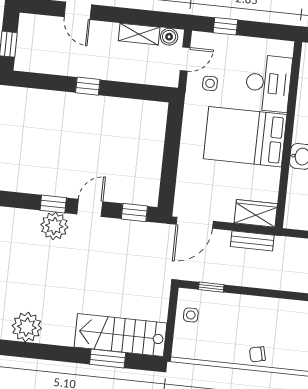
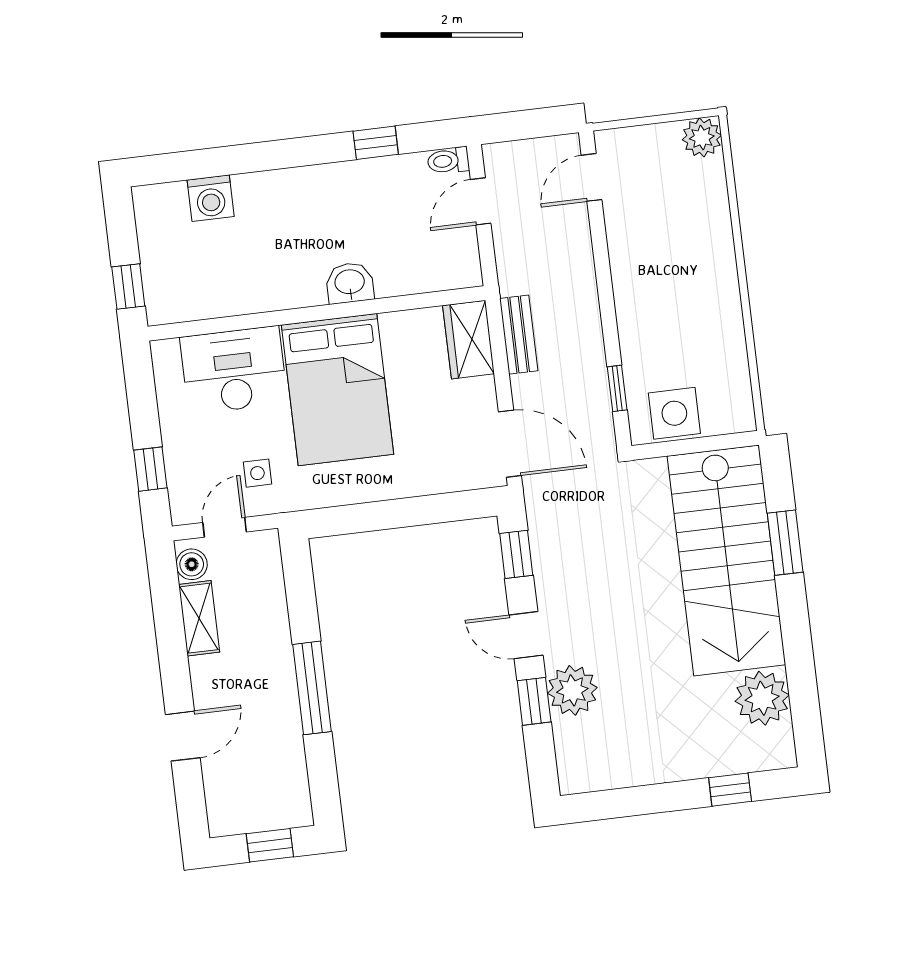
door: (185, 59) -> (225, 527), hinge flipped
window: (88, 86) -> (312, 688), width x2.17
side table: (191, 315) -> (674, 413), width x1.87, depth x1.87
stairs: (121, 335) -> (726, 560), width x1.36, depth x1.51
chair: (257, 354) -> (717, 280), removed

